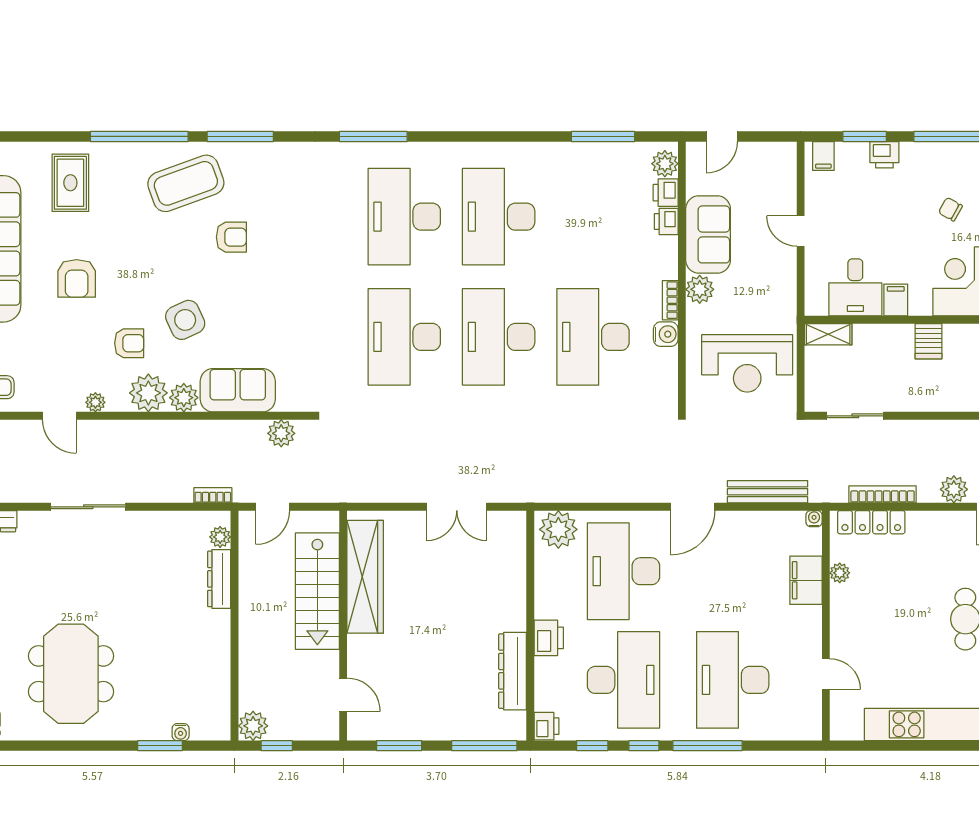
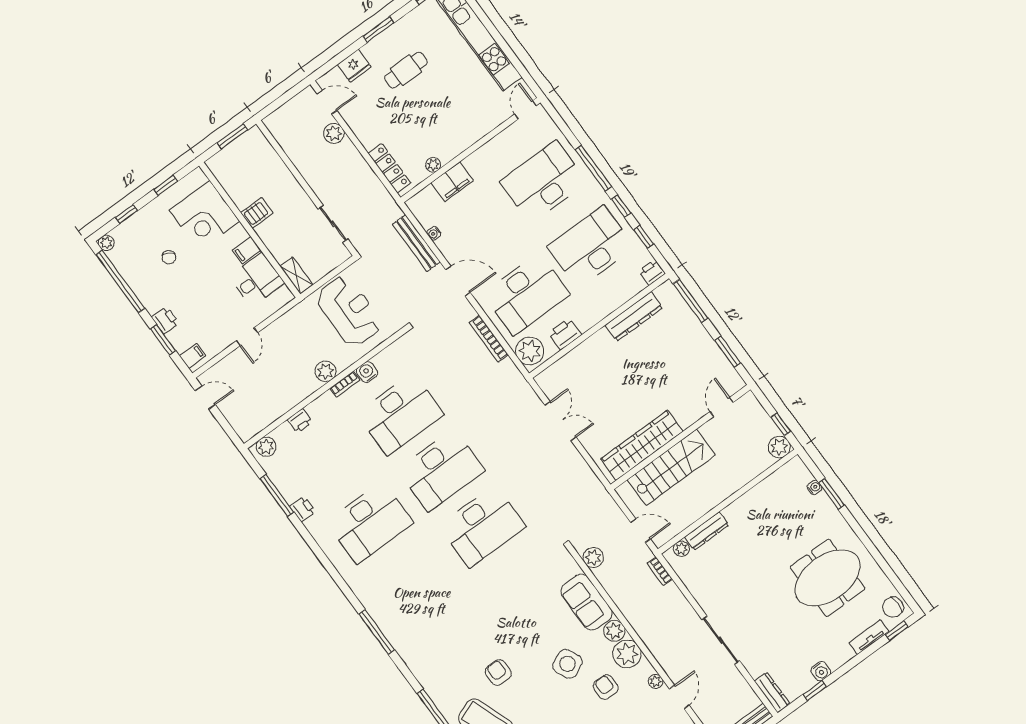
door: (722, 136) -> (205, 398), moved
printer: (666, 193) -> (303, 509), moved, turned -90
desk: (404, 217) -> (411, 579), removed
sofa: (708, 234) -> (289, 390), removed
bookcase: (883, 494) -> (489, 339), moved
water cooler: (814, 519) -> (434, 233), moved
printer: (549, 638) -> (565, 334), moved
door: (826, 674) -> (525, 110), moved
desk: (733, 680) -> (543, 182), turned 180

